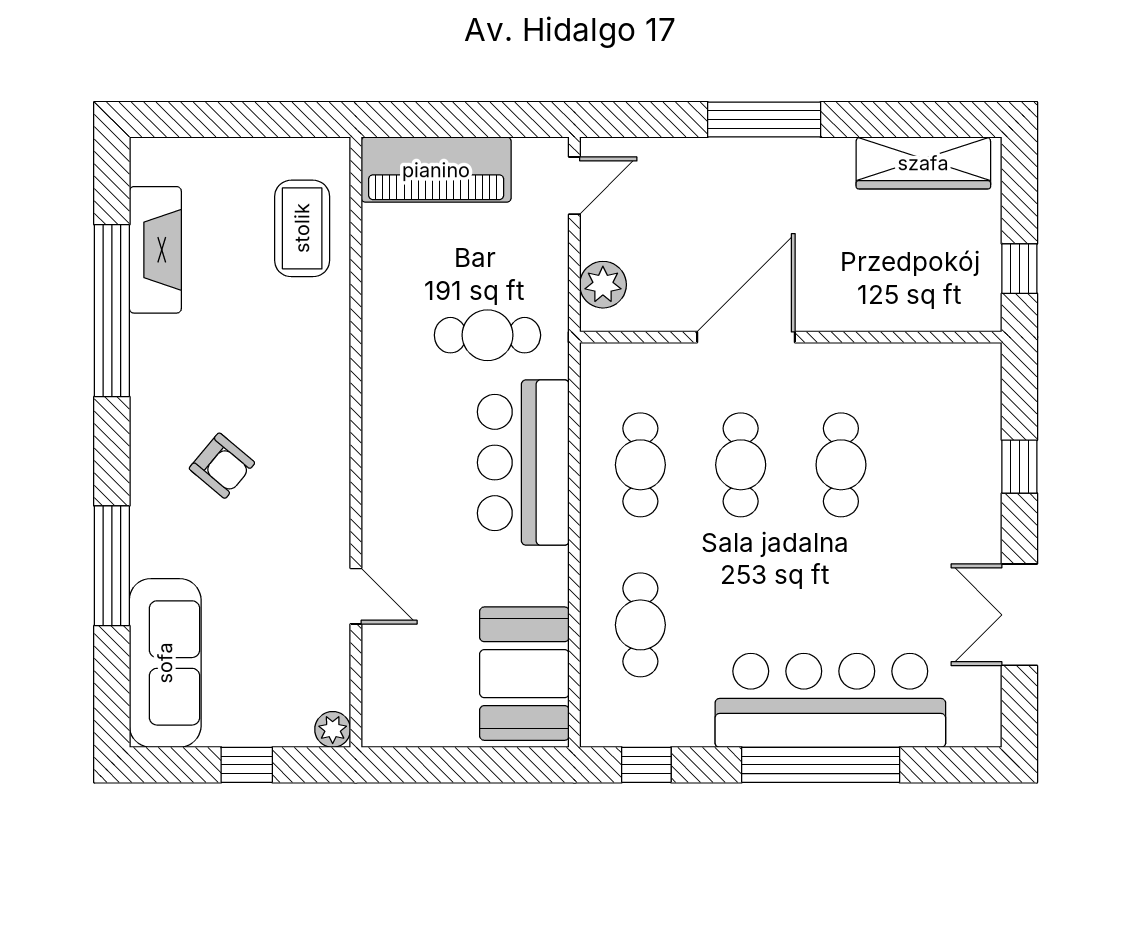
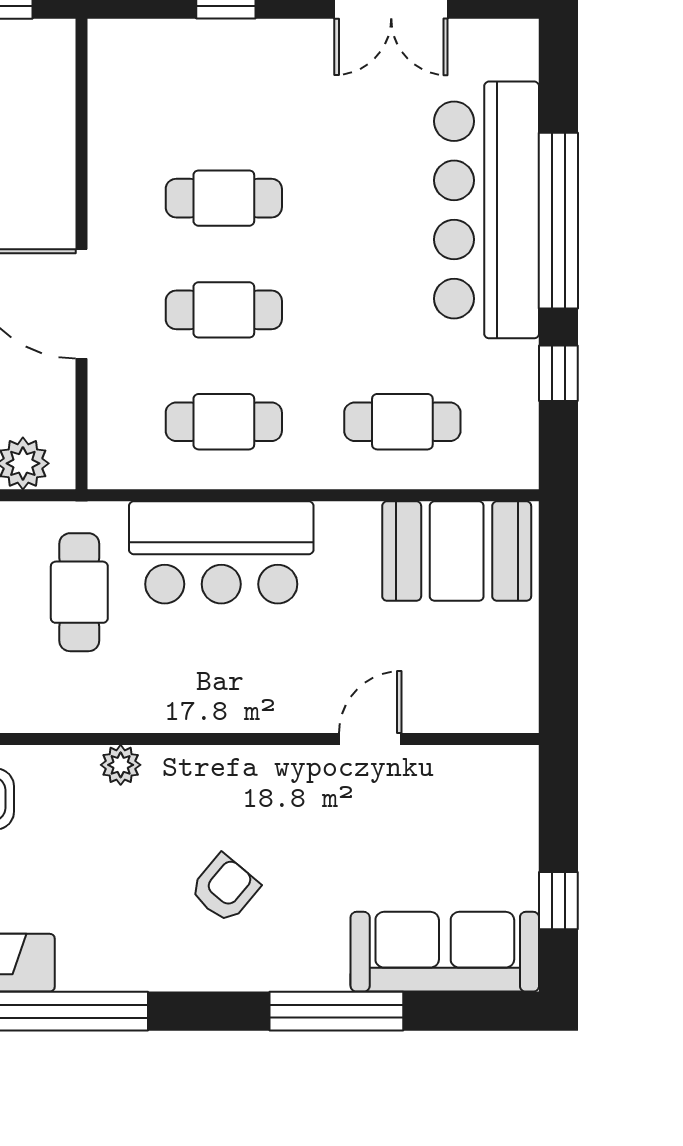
plant: (333, 729) -> (121, 765), moved
window: (247, 765) -> (558, 901), moved
window: (646, 765) -> (558, 373), moved

